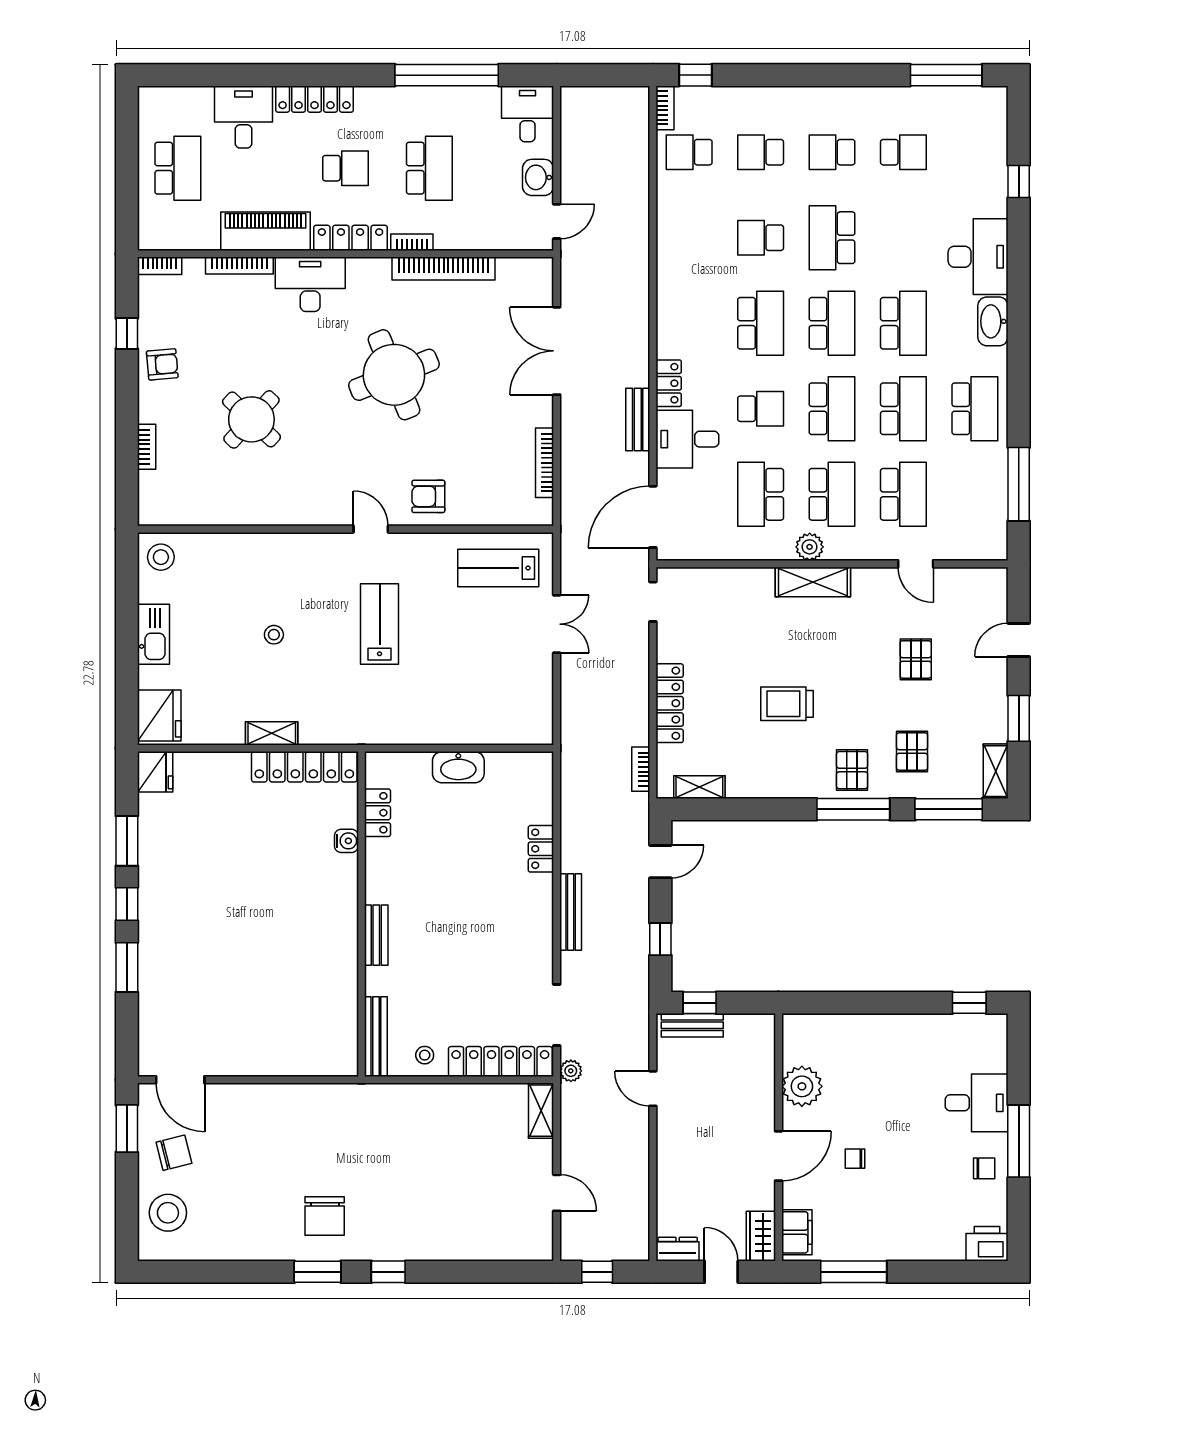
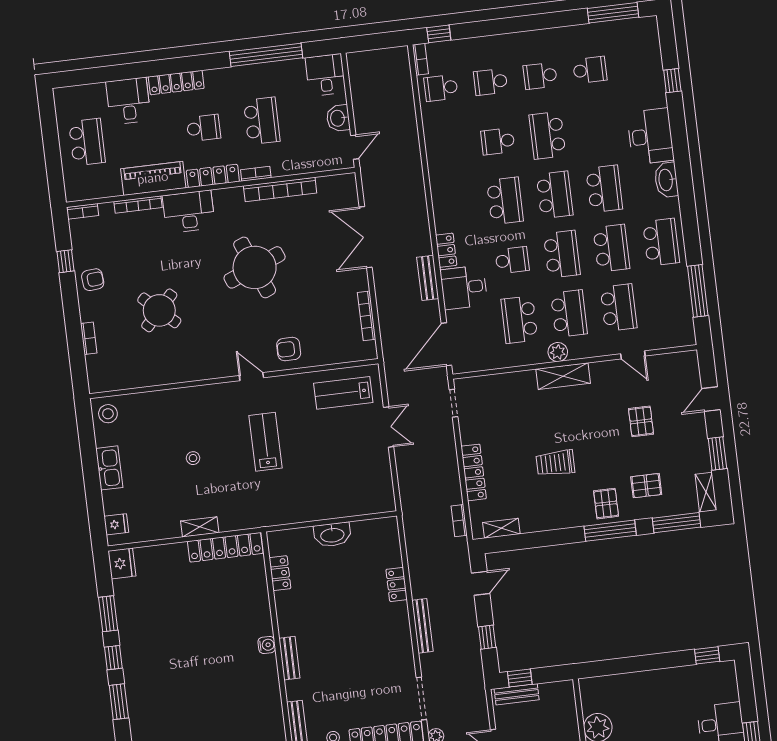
fridge: (159, 716) -> (116, 524), width x0.53, depth x0.75
pallet: (912, 751) -> (646, 486), turned 90
water cooler: (346, 841) -> (267, 645), moved

